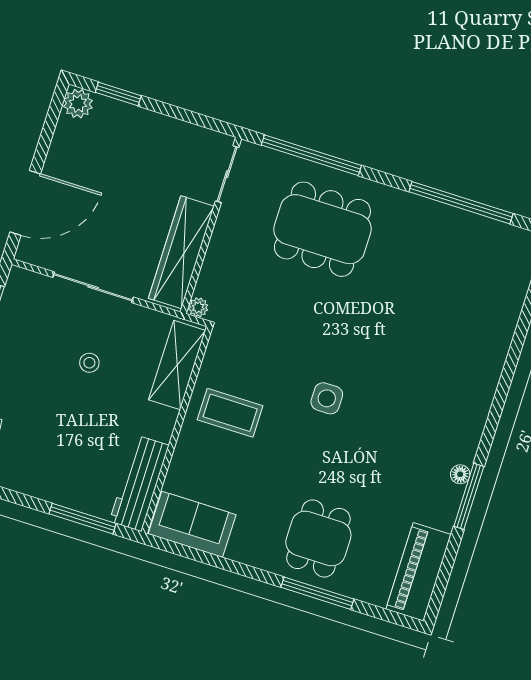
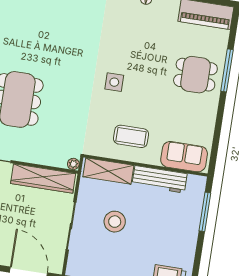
stool: (89, 363) -> (115, 222), width x1.89, depth x1.89
coffee table: (230, 413) -> (131, 136), turned 90
workbench: (139, 483) -> (160, 179), moved
sofa: (192, 524) -> (184, 157), moved, turned 90

